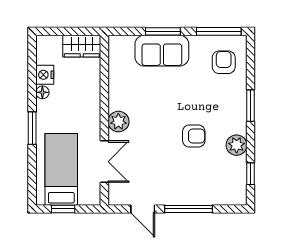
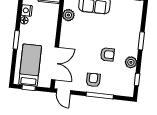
armchair: (224, 62) -> (93, 80), moved
plant: (118, 122) -> (68, 15), moved
double door: (104, 162) -> (55, 63), width x1.37
door: (143, 209) -> (63, 92), moved

